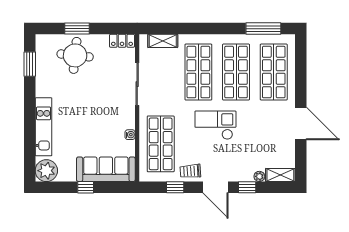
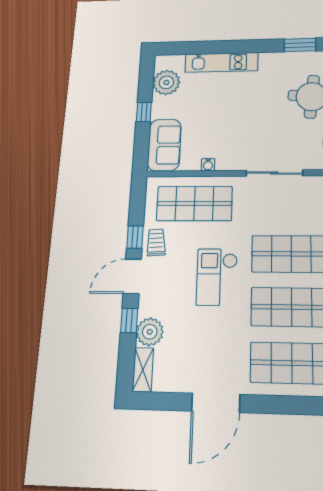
checkout: (215, 125) -> (217, 277), turned 180
sofa: (106, 169) -> (164, 145), width x0.73
plant: (46, 171) -> (166, 82), moved
plant: (259, 176) -> (150, 332), width x1.87, depth x1.87
window: (175, 187) -> (135, 237), moved

